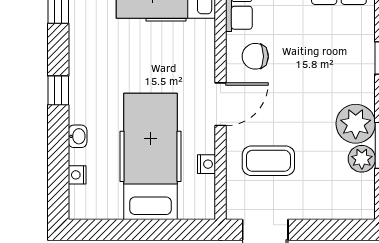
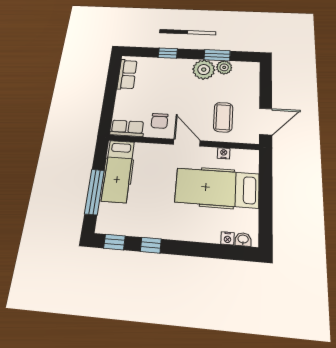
window: (58, 90) -> (151, 245), moved
washbasin: (78, 136) -> (243, 239), moved

